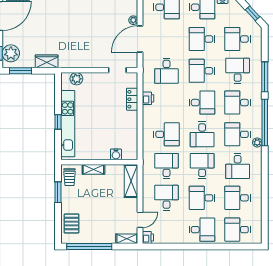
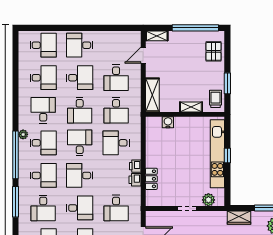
doorway: (117, 70) -> (187, 209), moved
desk: (167, 71) -> (116, 208), turned 180
printer: (148, 238) -> (135, 166), moved

